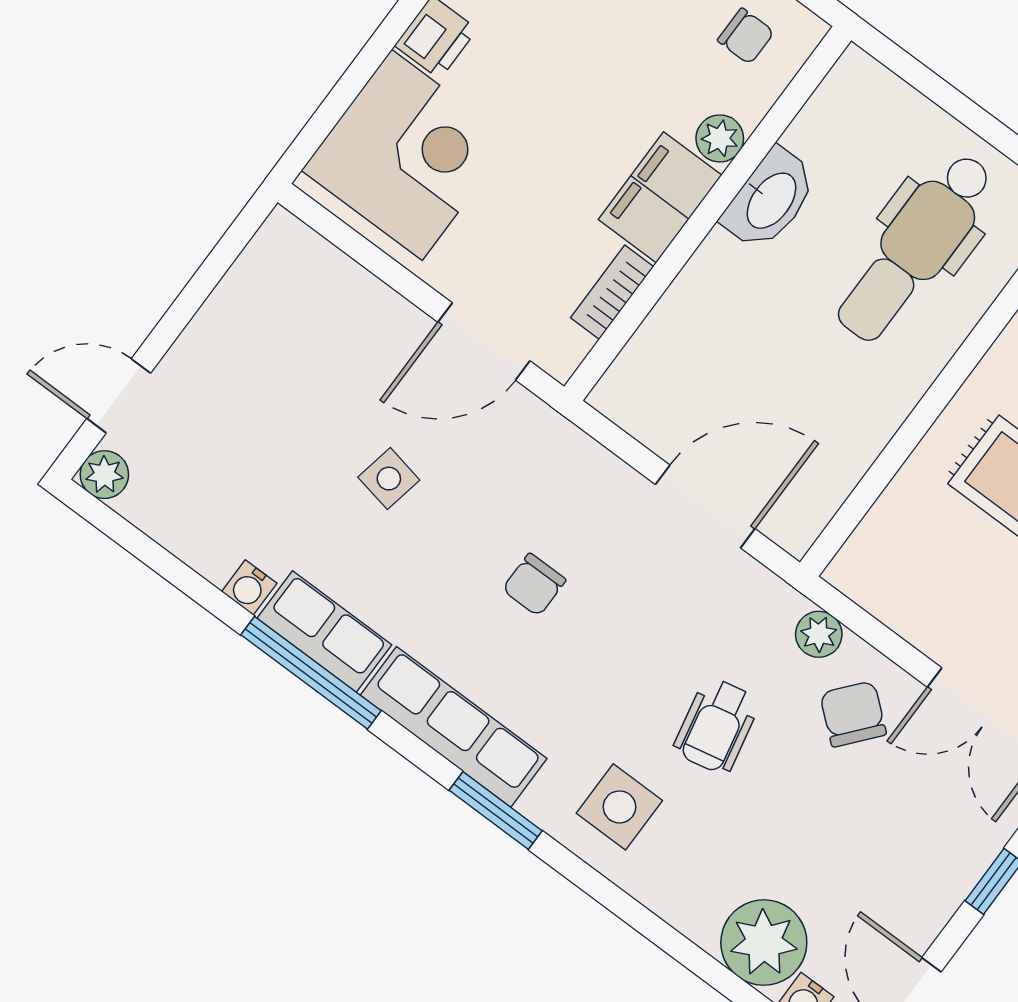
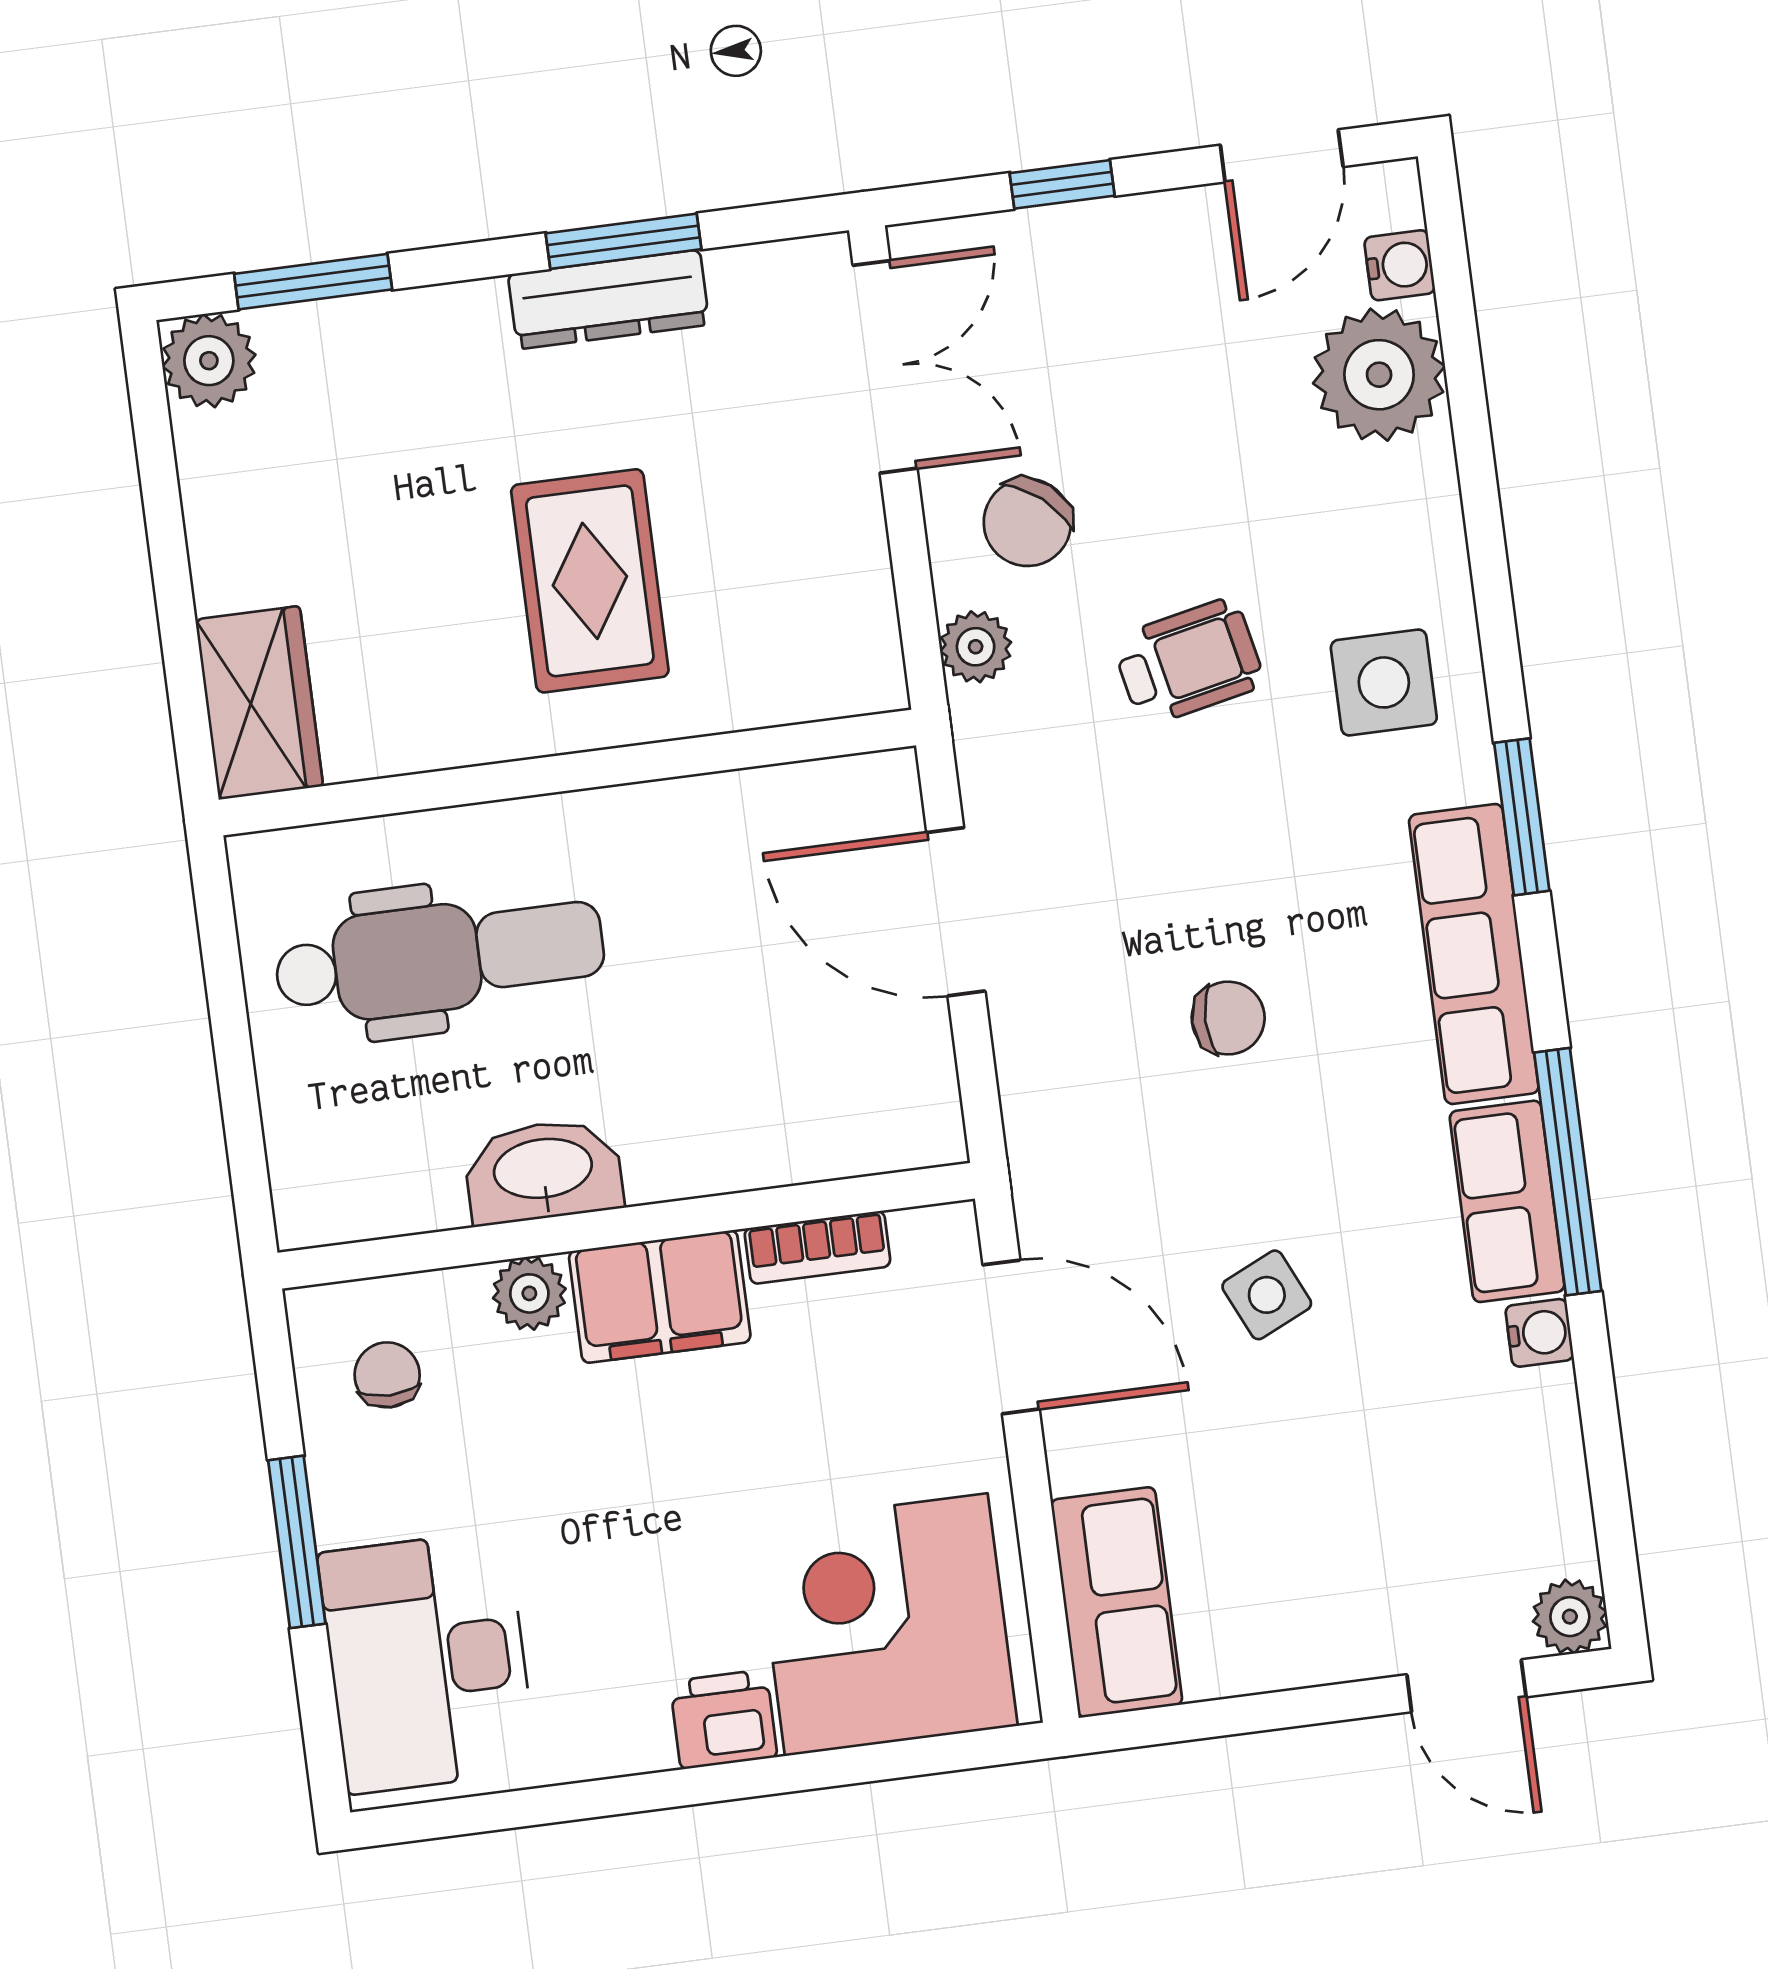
row of seats: (314, 272) -> (1117, 1602), added
side table: (389, 479) -> (1267, 1295), turned -36

